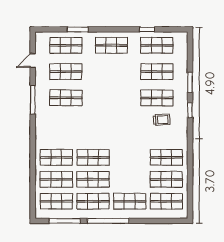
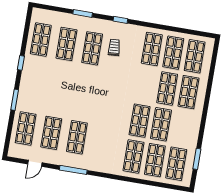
window: (78, 29) -> (15, 100), moved
window: (147, 29) -> (21, 63), moved
shop shelf: (111, 45) -> (33, 84), removed
door: (33, 60) -> (35, 163), hinge flipped
window: (190, 110) -> (120, 20), moved
shop shelf: (93, 201) -> (167, 88), moved
window: (65, 221) -> (197, 159), width x0.69
window: (108, 221) -> (204, 116), removed

